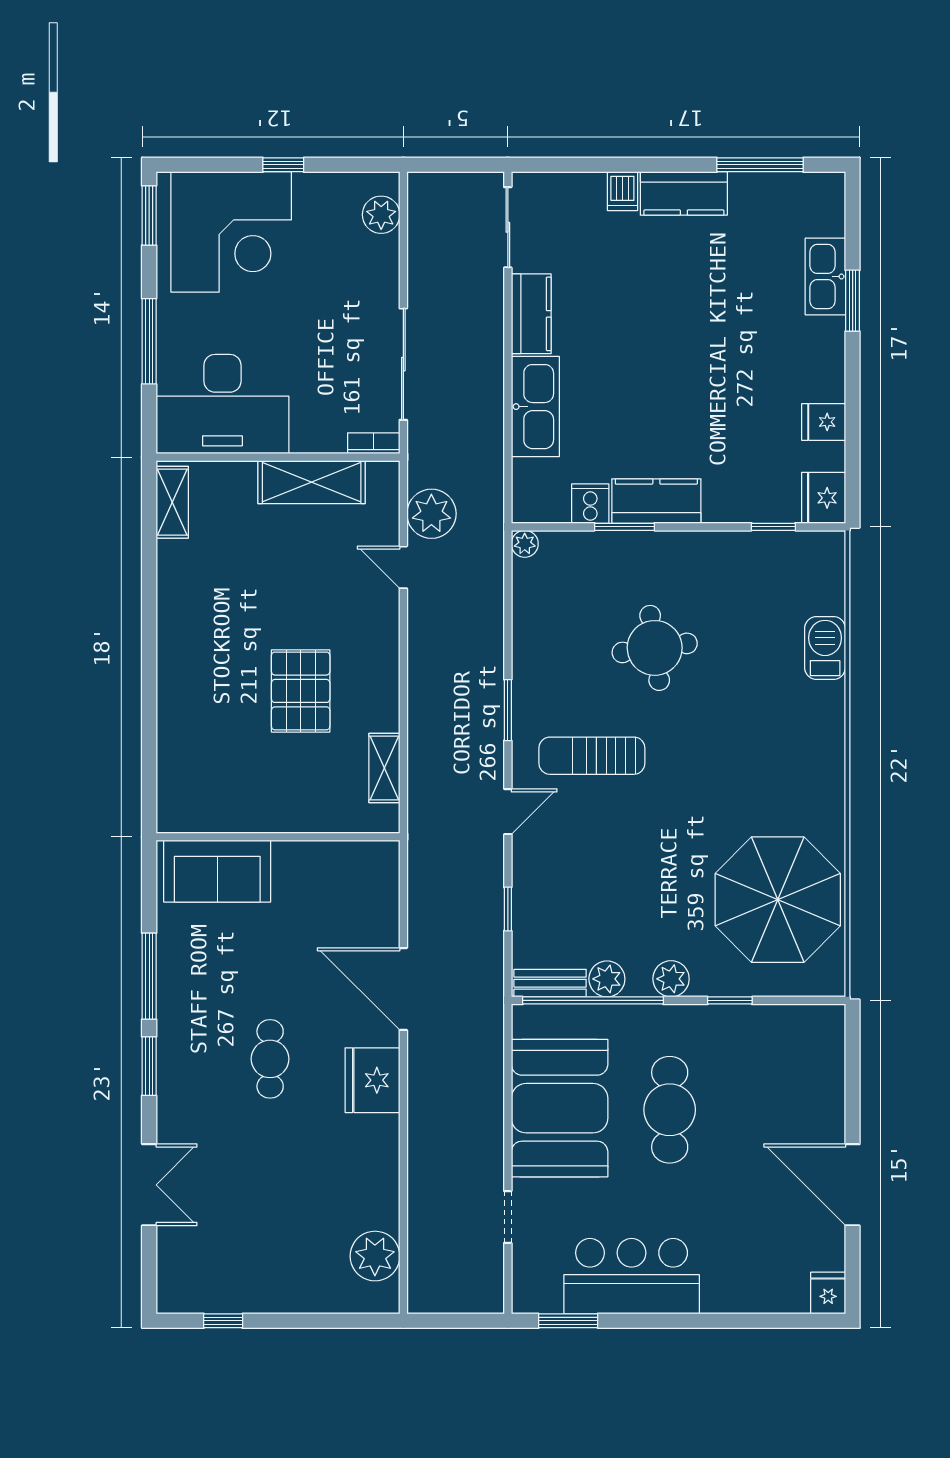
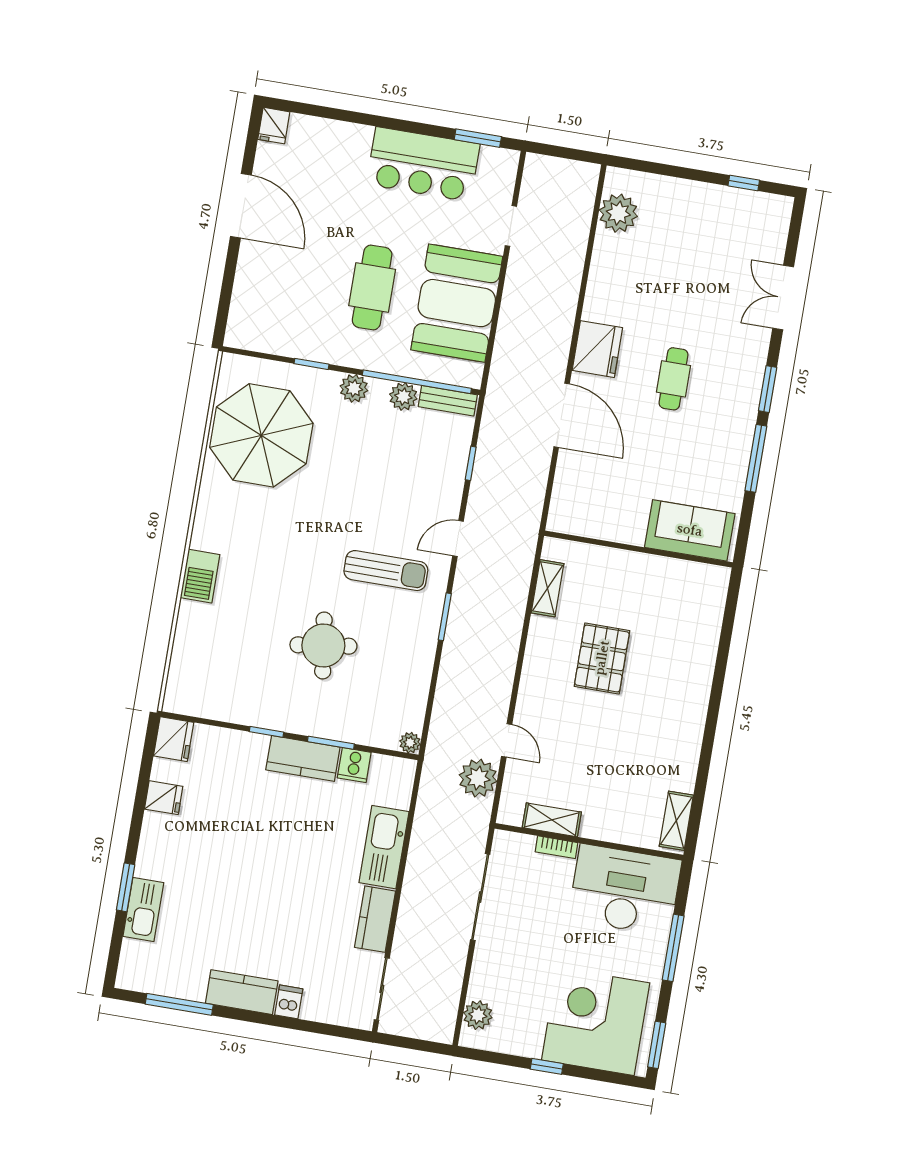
bookcase: (374, 443) -> (557, 847), moved
shelving: (312, 482) -> (552, 820), width x0.67, depth x0.75
window: (773, 527) -> (267, 732), moved
barbecue: (825, 648) -> (200, 576), moved

